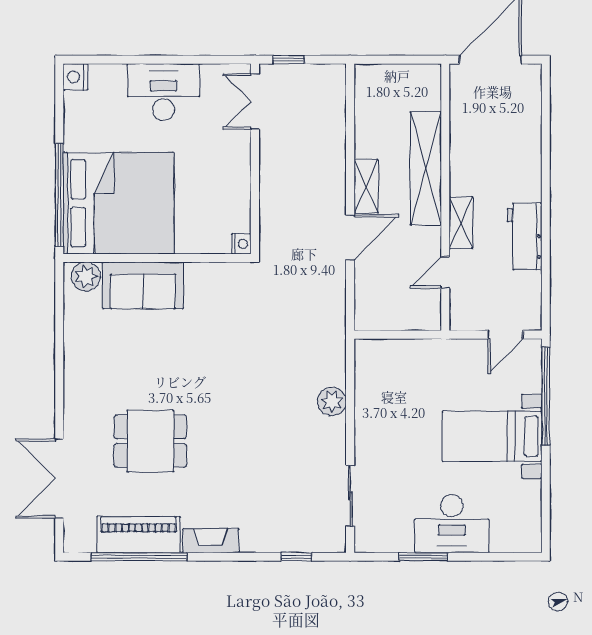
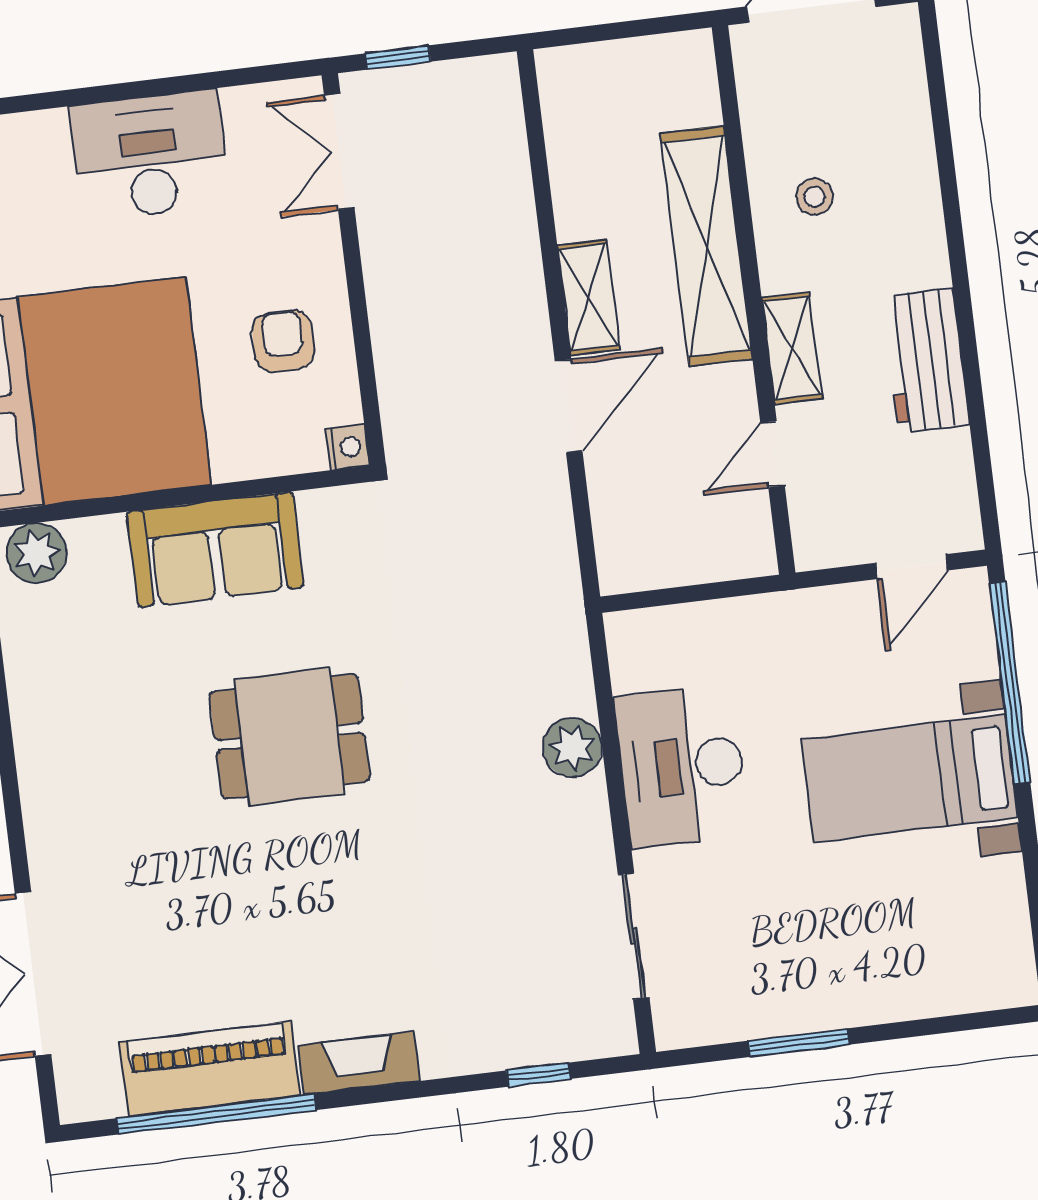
stool: (481, 151) -> (814, 197), added
armchair: (217, 189) -> (283, 341), added
sofa: (143, 285) -> (215, 550), moved
dining table: (150, 441) -> (290, 737), moved
desk: (452, 524) -> (682, 766), moved, turned 90

